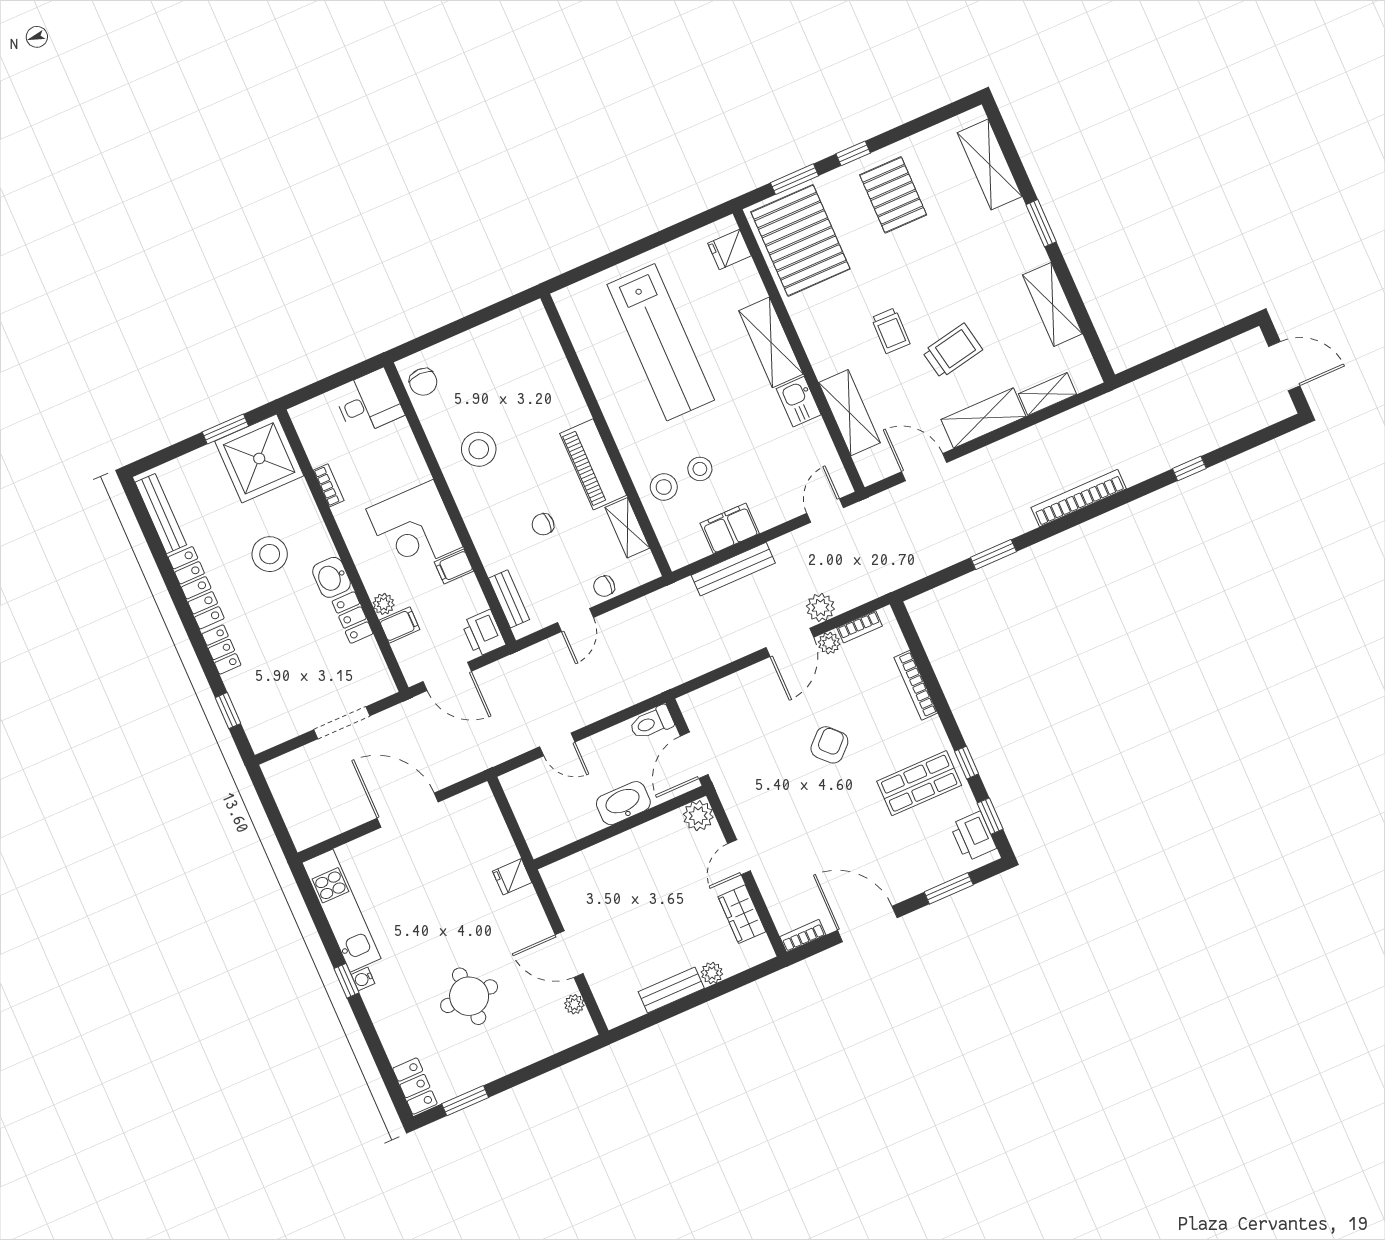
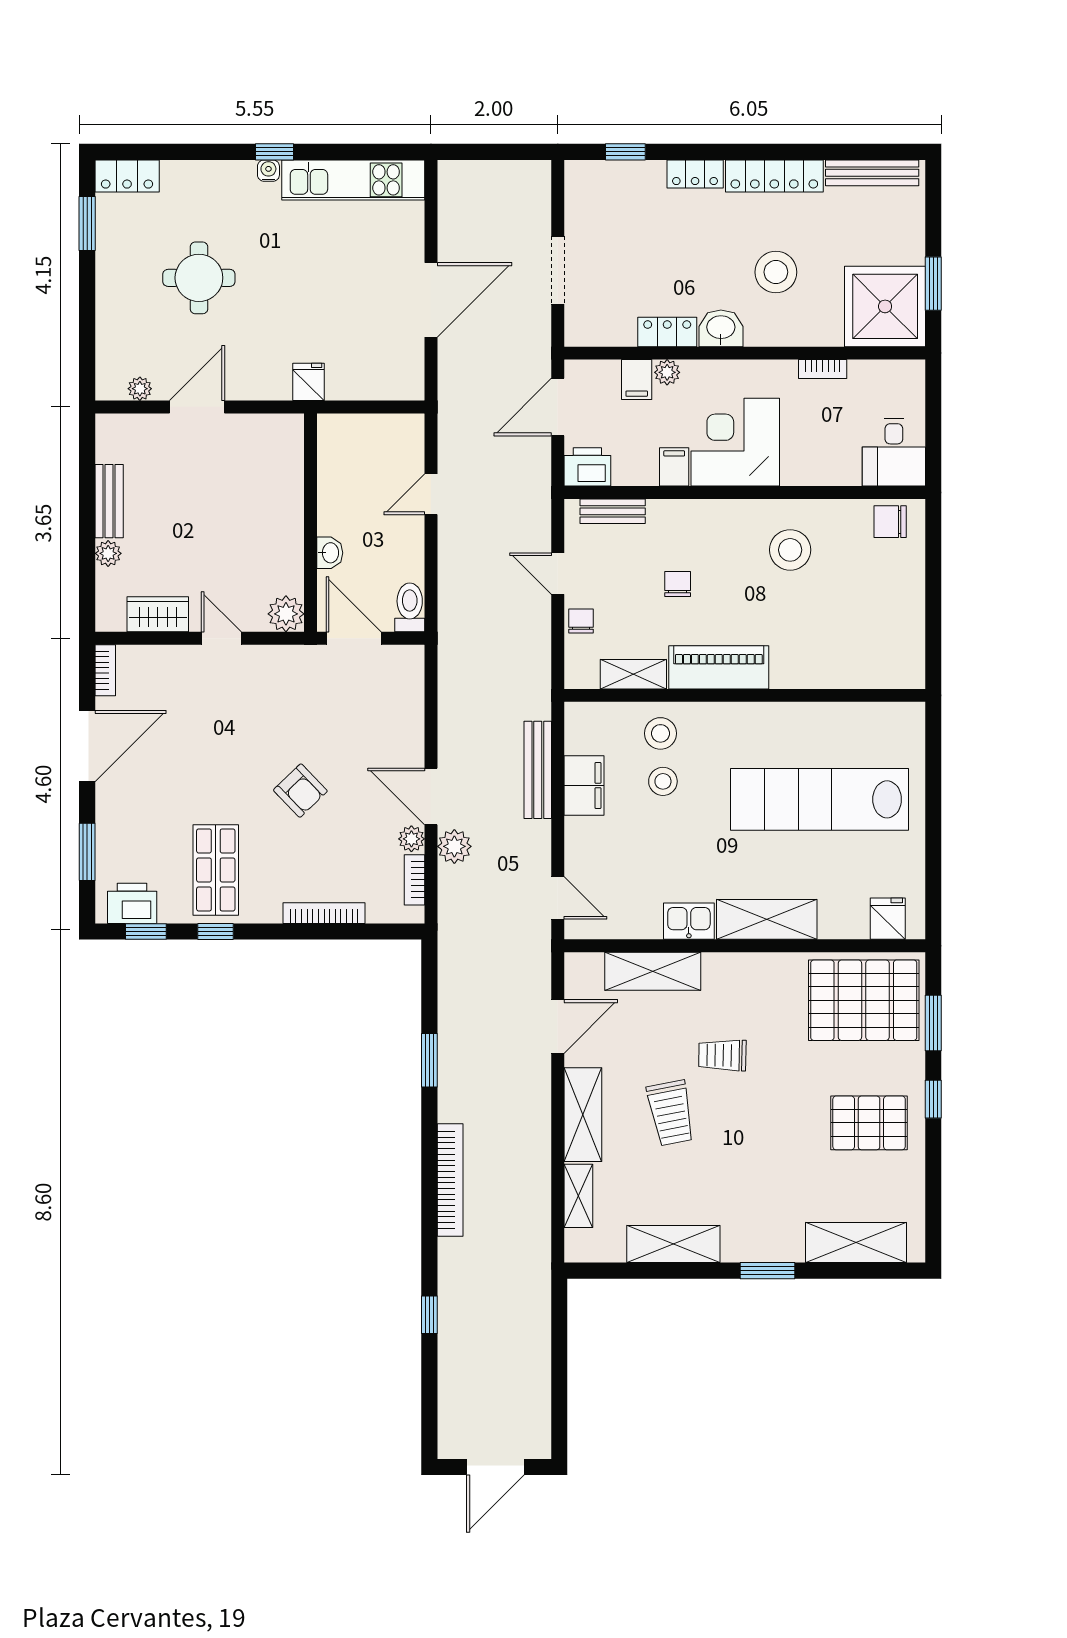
washbasin: (623, 803) -> (330, 553), width x0.52, depth x0.69

